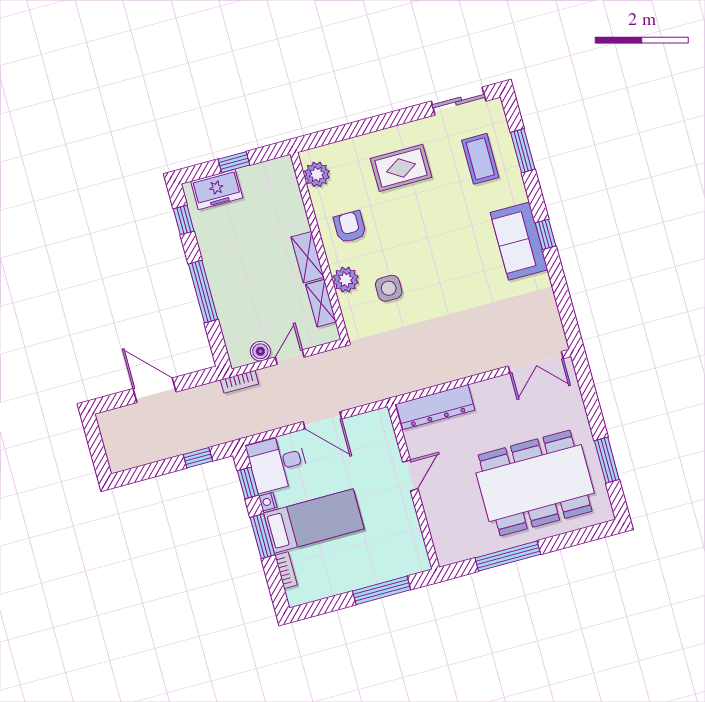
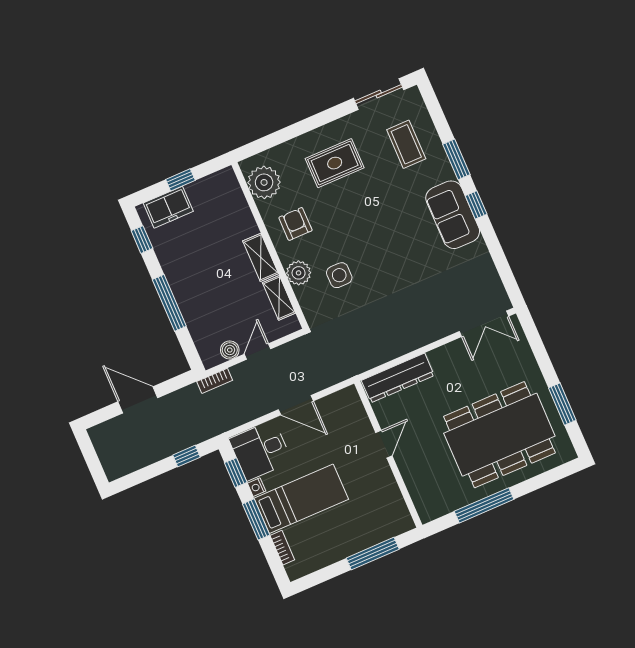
window: (523, 151) -> (456, 159), moved
plant: (317, 174) -> (264, 182), width x1.36, depth x1.36

